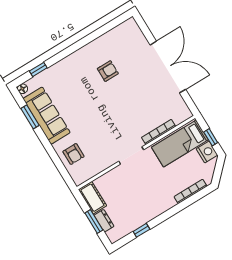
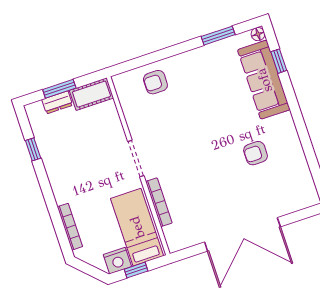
armchair: (108, 71) -> (256, 153), turned 90
sofa: (47, 116) -> (264, 80), moved, turned 90

